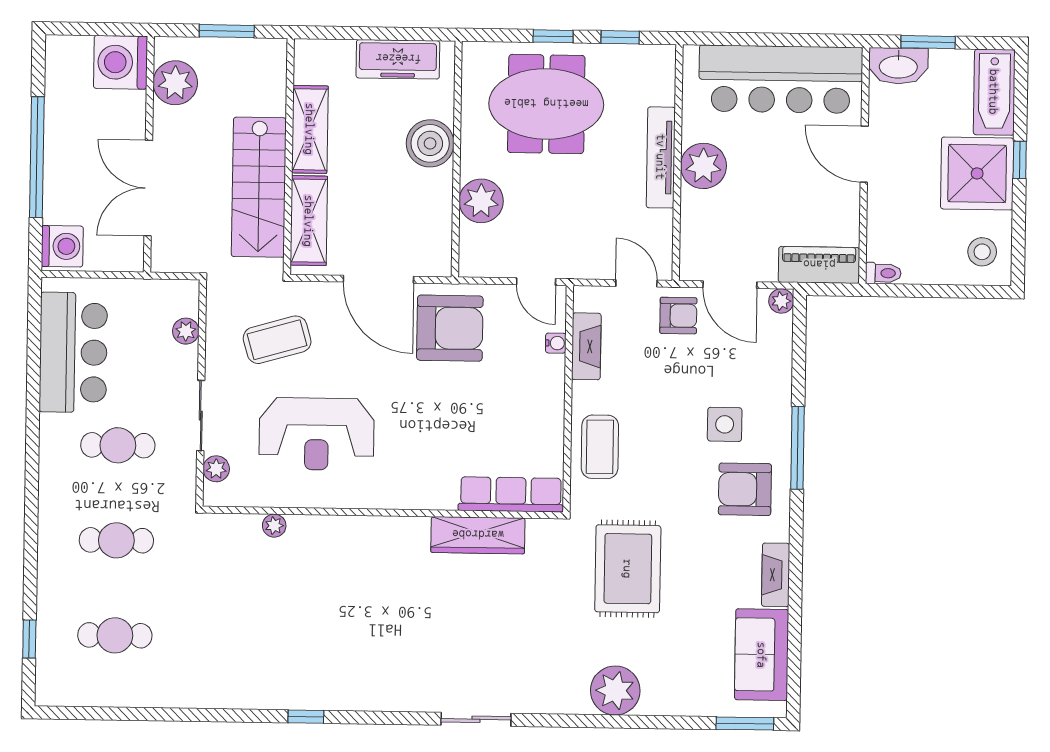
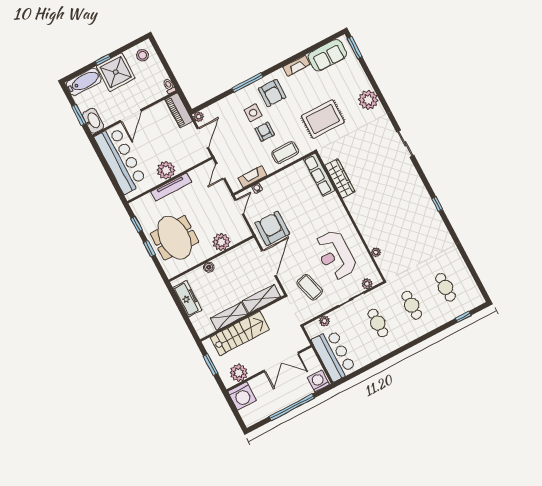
boiler: (430, 143) -> (209, 267), width x0.54, depth x0.54
stairs: (259, 187) -> (240, 333), moved
armchair: (678, 316) -> (265, 132), moved
bar counter: (73, 352) -> (334, 355), moved, turned 90
reception desk: (317, 434) -> (335, 255), turned 180

